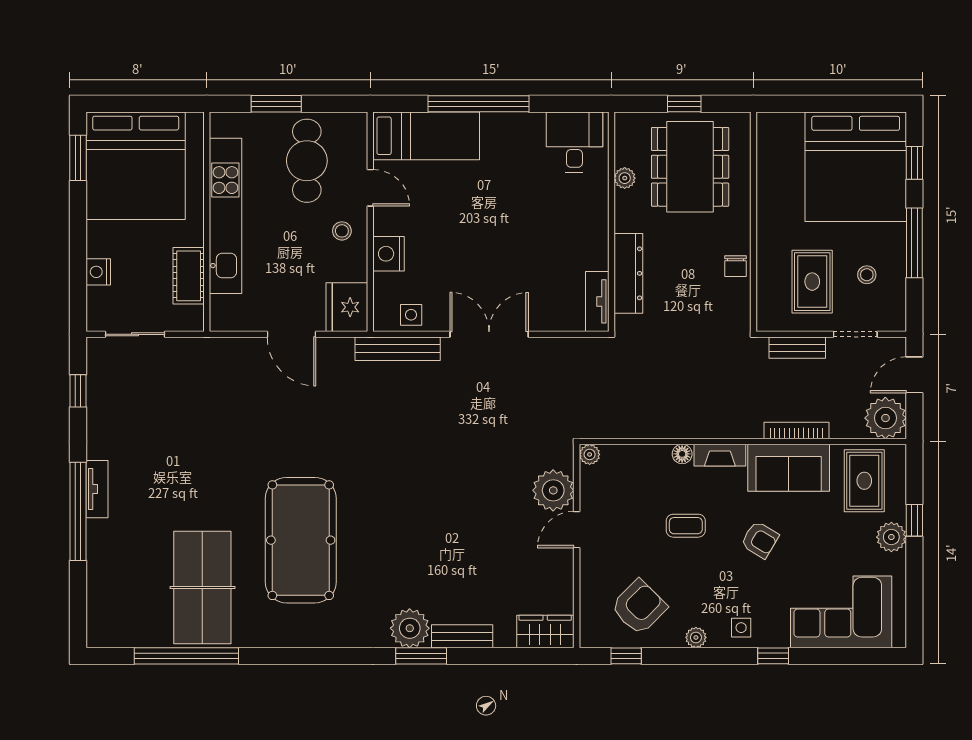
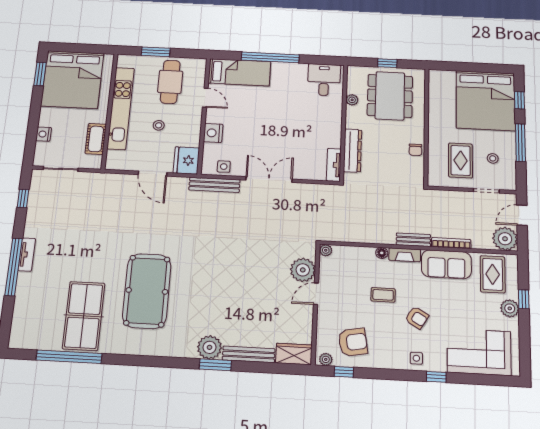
stool: (342, 231) -> (159, 125), moved
bench: (797, 348) -> (413, 240), moved
armchair: (760, 540) -> (417, 318), moved
armchair: (639, 607) -> (353, 342), turned 35
bench: (462, 636) -> (249, 354), width x1.36
plant: (696, 637) -> (326, 359), moved

